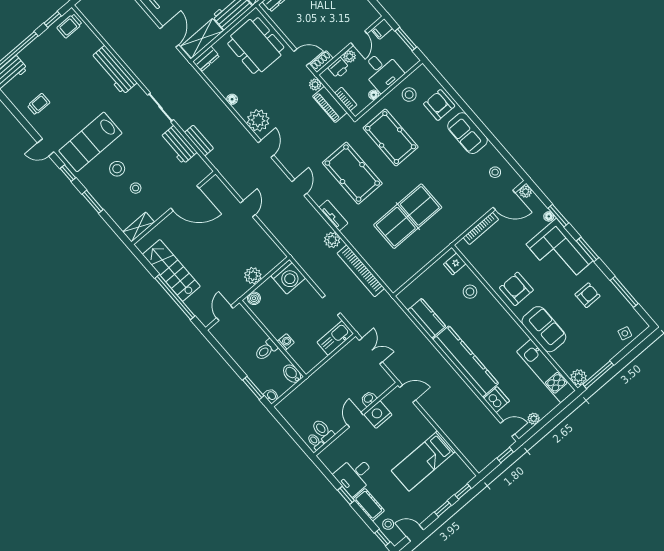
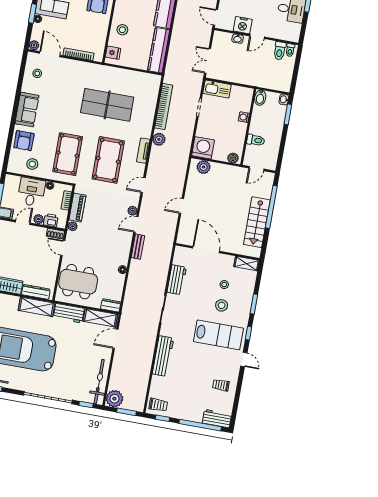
dining table: (256, 46) -> (78, 282), turned 90
plant: (258, 120) -> (133, 211), moved, width x0.53, depth x0.53
bench: (199, 141) -> (138, 247), moved
plant: (253, 276) -> (204, 167), moved
kitchen counter: (427, 318) -> (159, 50), width x1.50
toilet: (266, 350) -> (256, 140), moved

